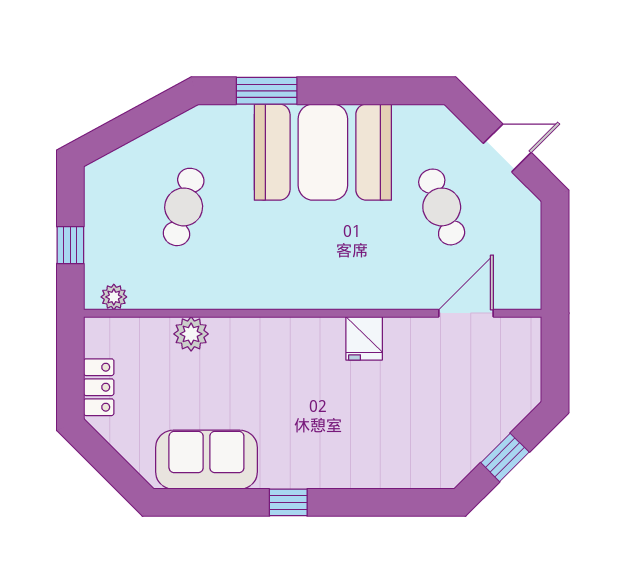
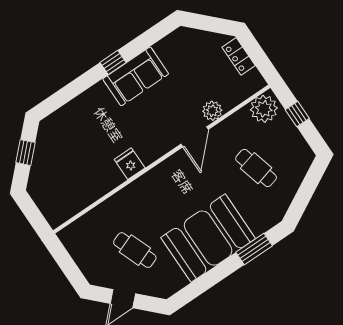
cafe table: (184, 207) -> (256, 168), turned -30
plant: (114, 297) -> (264, 109), width x1.88, depth x1.88
door: (466, 313) -> (195, 137), moved
sofa: (206, 460) -> (136, 76), moved

